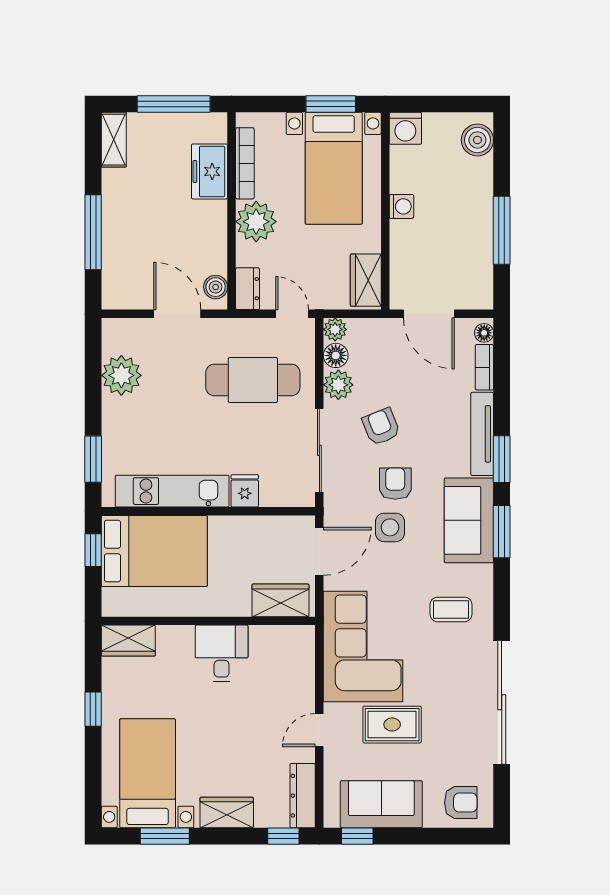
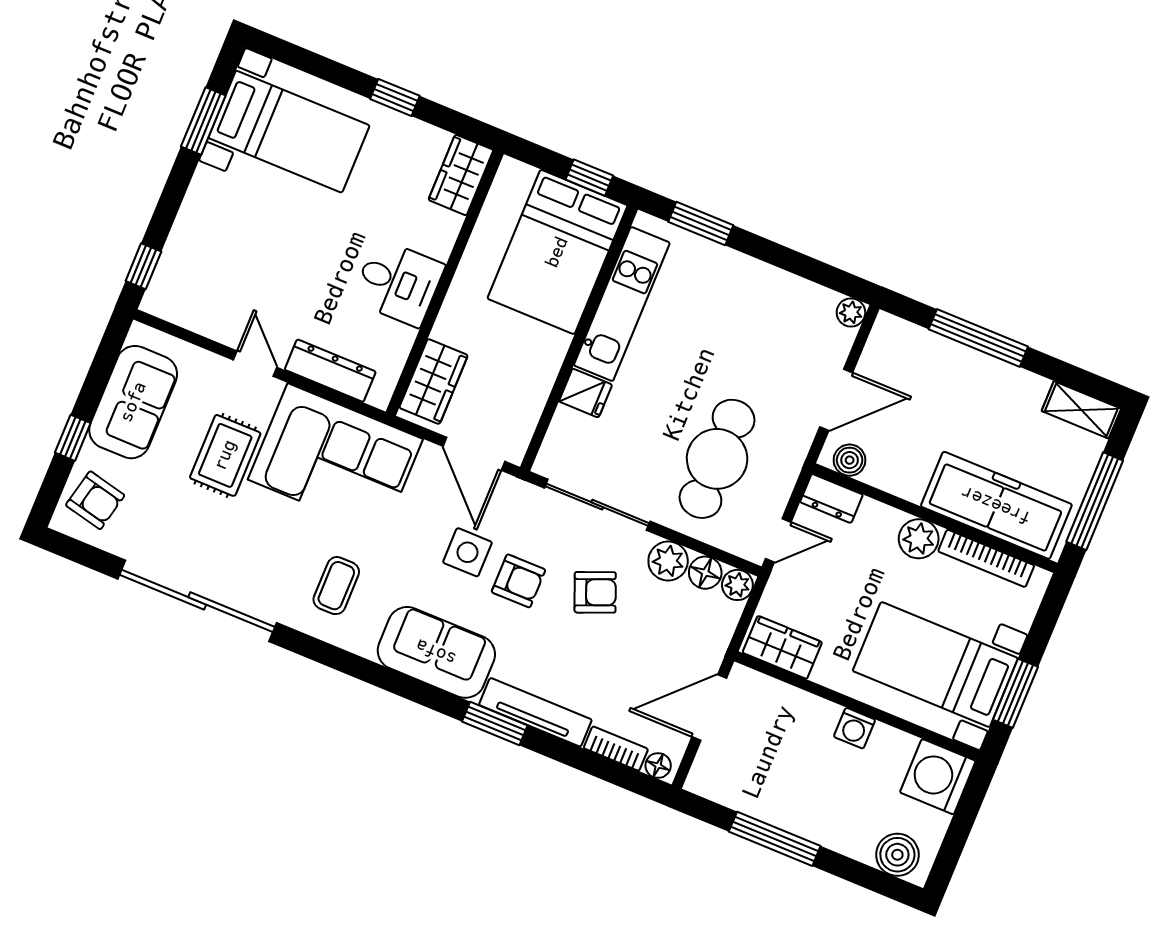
washing machine: (405, 128) -> (938, 777), width x1.37, depth x1.37
freezer: (210, 171) -> (996, 505), width x1.91, depth x1.26
plant: (256, 222) -> (919, 539), width x0.73, depth x0.73
plant: (121, 375) -> (851, 312), moved, width x0.53, depth x0.53
window: (502, 532) -> (406, 687), removed
dresser: (303, 796) -> (330, 371), moved
armchair: (461, 803) -> (95, 500), turned -77
wardrobe: (227, 812) -> (201, 209), removed
window: (357, 836) -> (73, 438), moved

